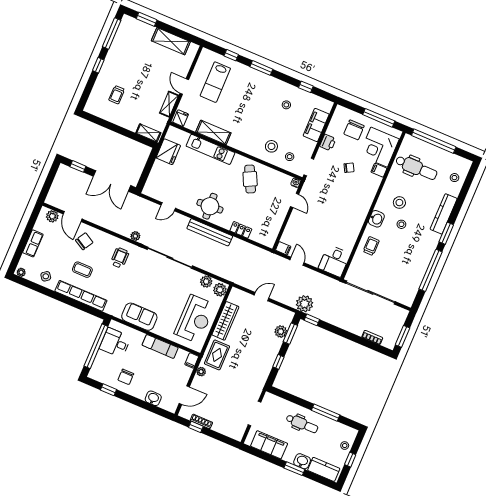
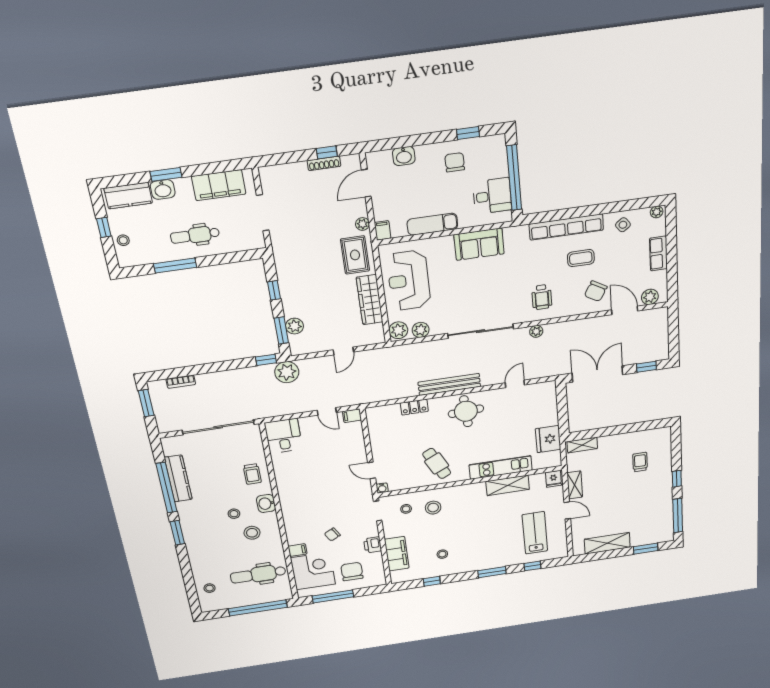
kitchen counter: (444, 214) -> (178, 478), moved

